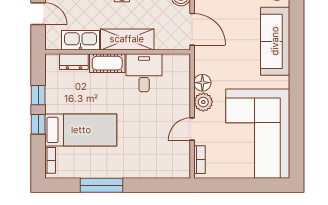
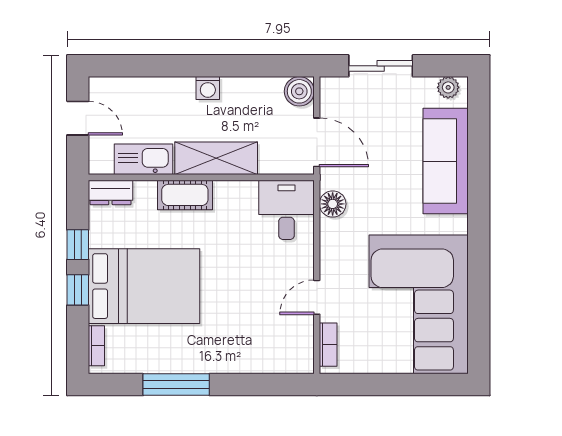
dresser: (74, 62) -> (110, 192), moved
desk: (144, 73) -> (286, 210), moved
floor lamp: (202, 83) -> (333, 204), moved
plant: (203, 102) -> (334, 255), removed
bed: (81, 130) -> (144, 286), width x1.50

